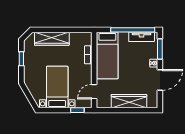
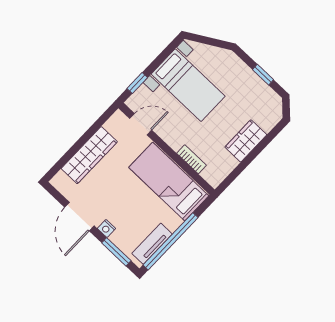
wardrobe: (52, 39) -> (246, 141), width x0.67
door: (94, 92) -> (141, 124), hinge flipped

